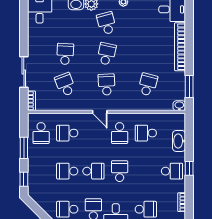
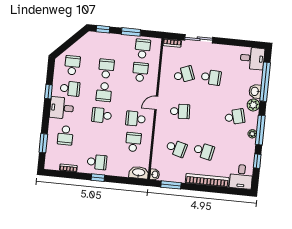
school desk: (107, 54) -> (204, 151), moved
school desk: (41, 133) -> (143, 49), turned 90
washbasin: (179, 141) -> (139, 173), moved
school desk: (120, 171) -> (102, 115), turned 180
school desk: (172, 171) -> (97, 162), turned -90

